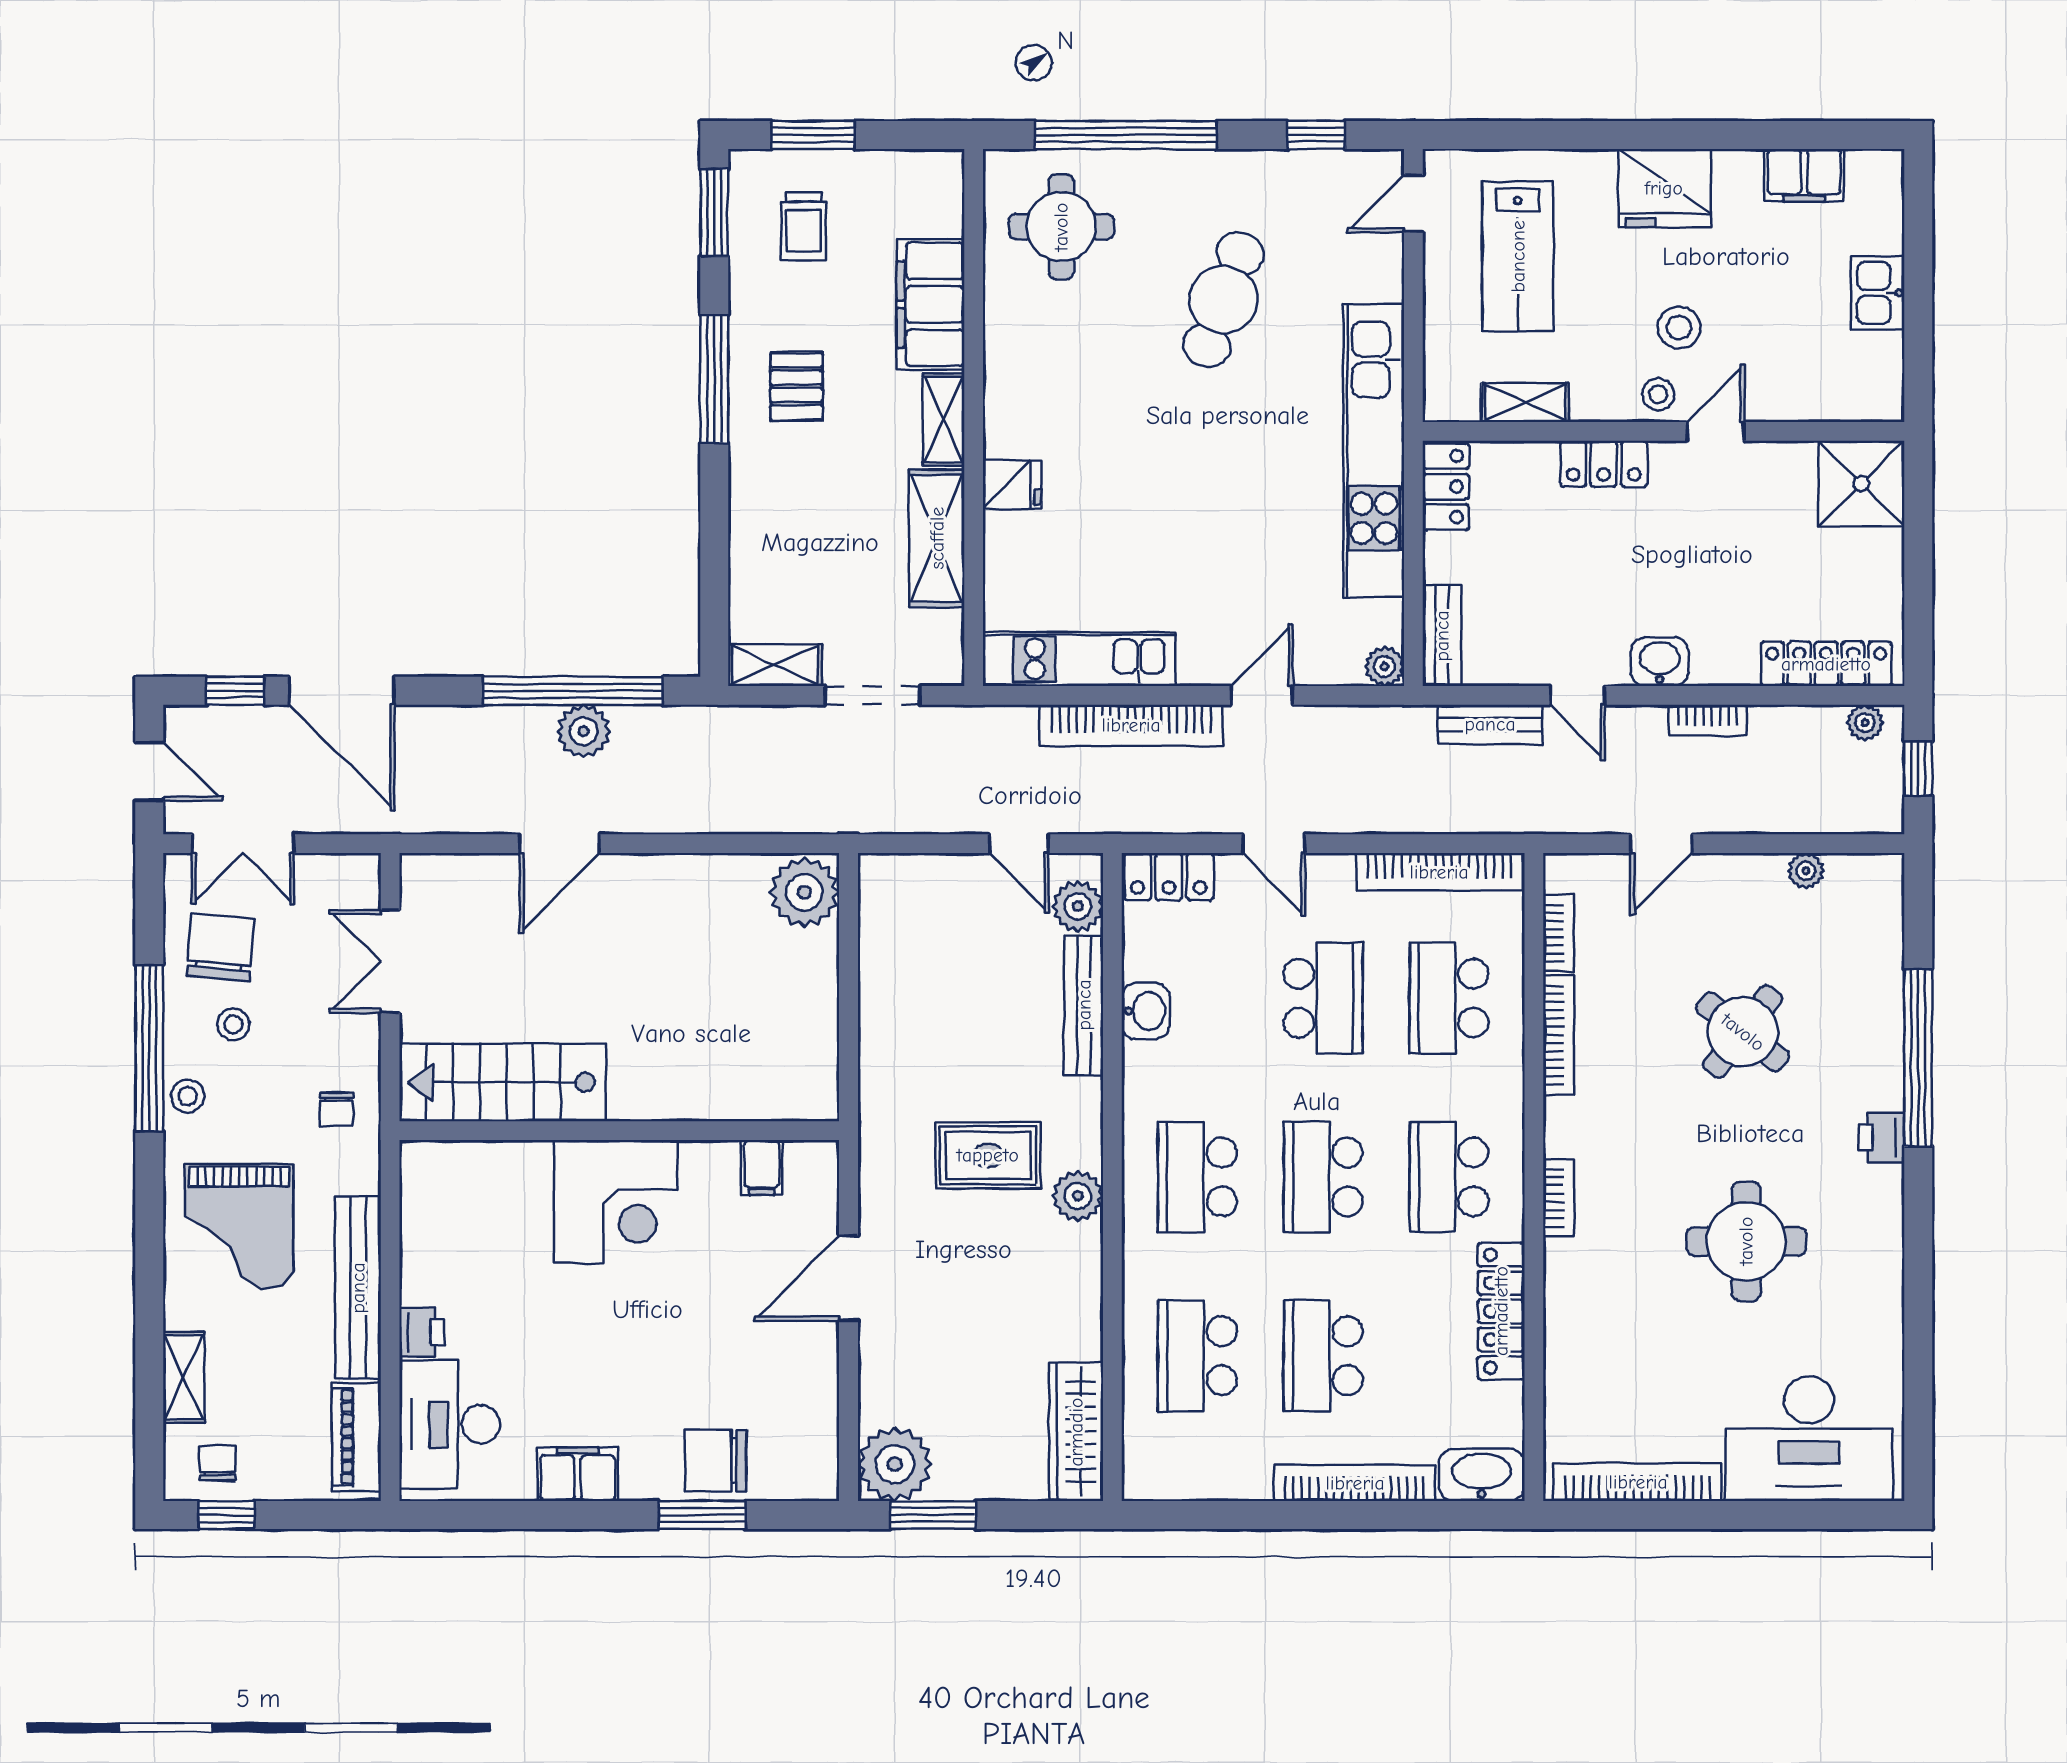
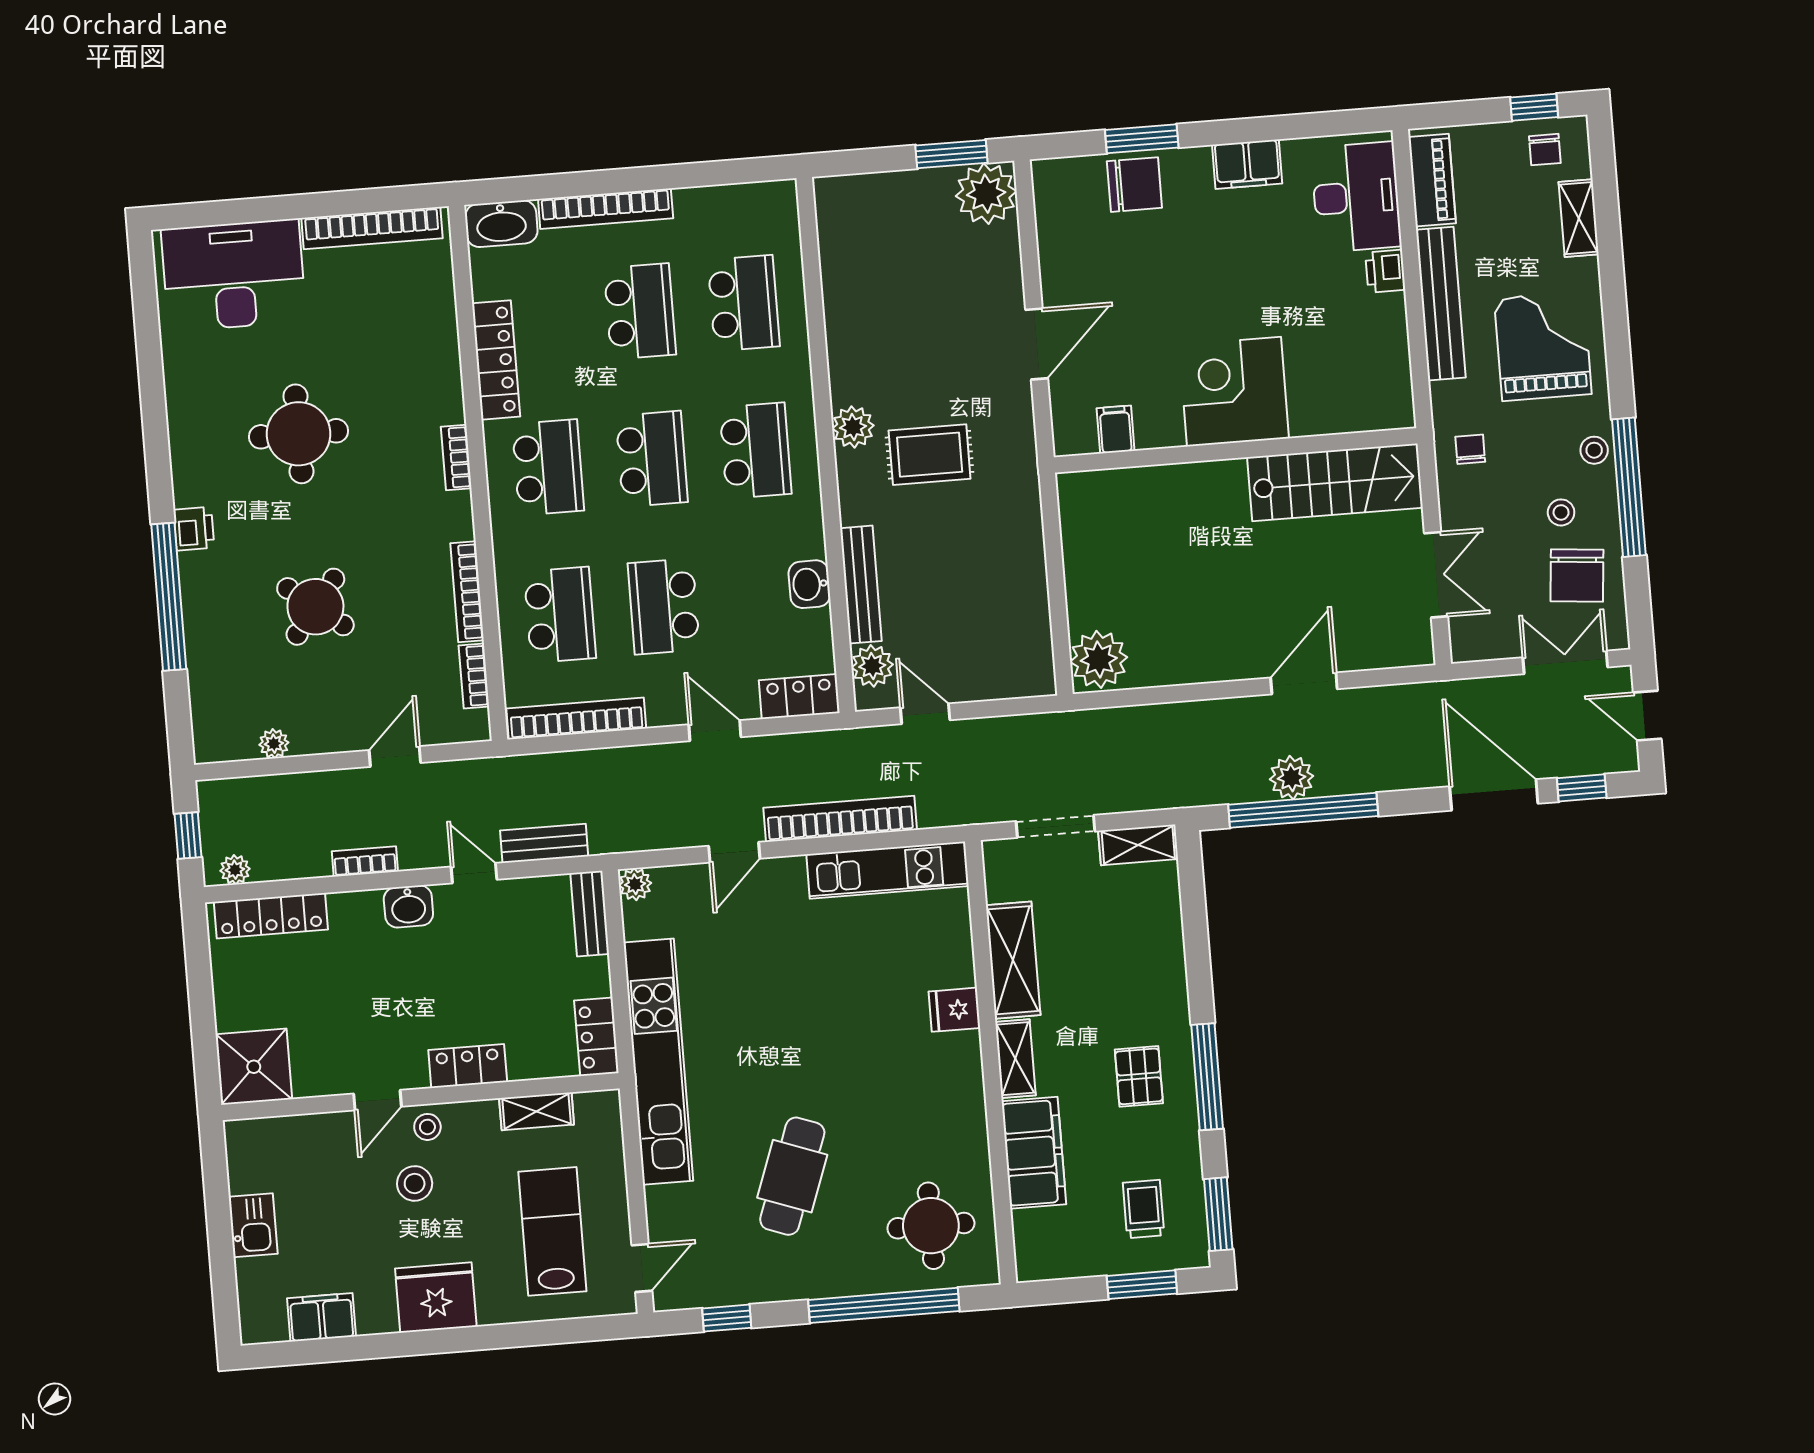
wardrobe: (1076, 1432) -> (839, 232), removed

